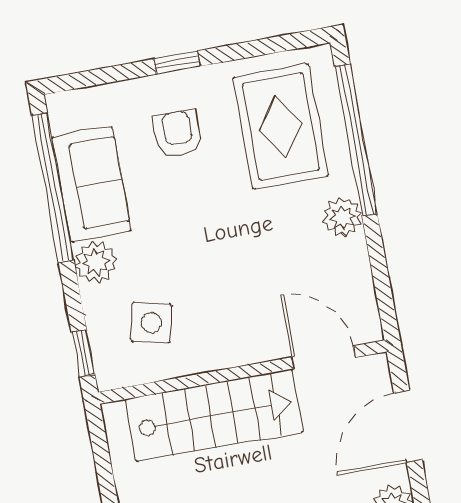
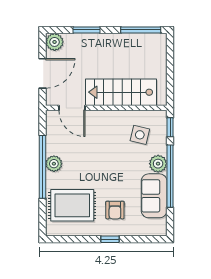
rug: (281, 127) -> (72, 205), turned 90
window: (356, 140) -> (43, 167), moved
window: (53, 188) -> (170, 176), moved

